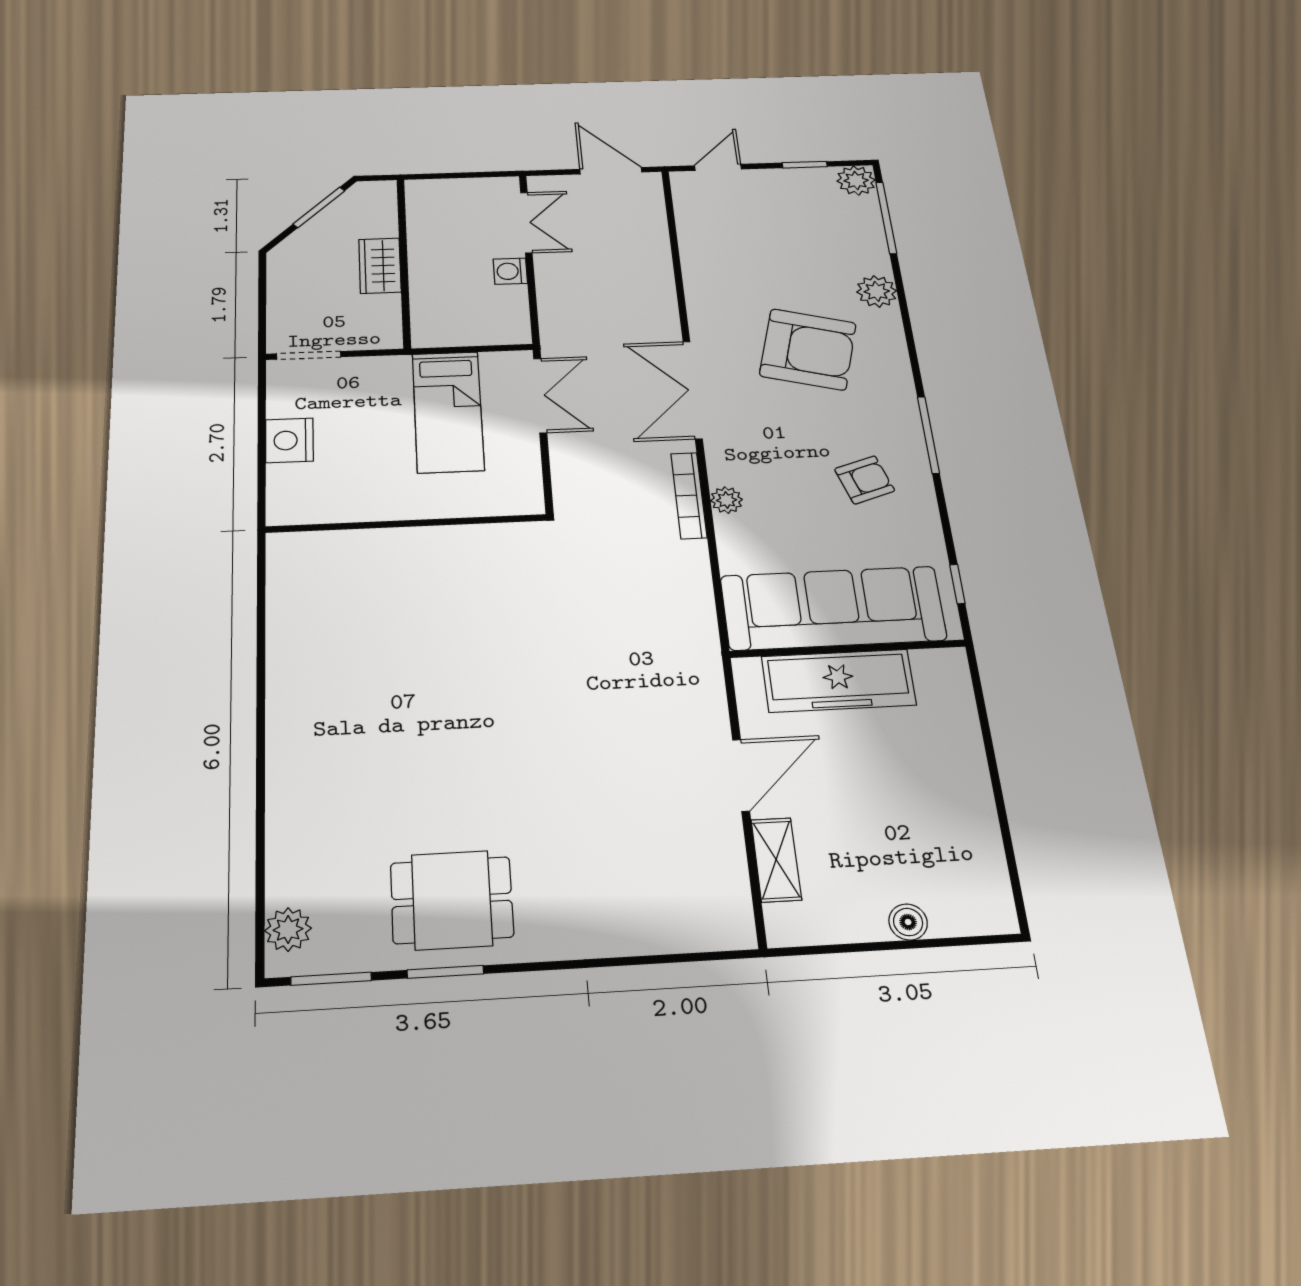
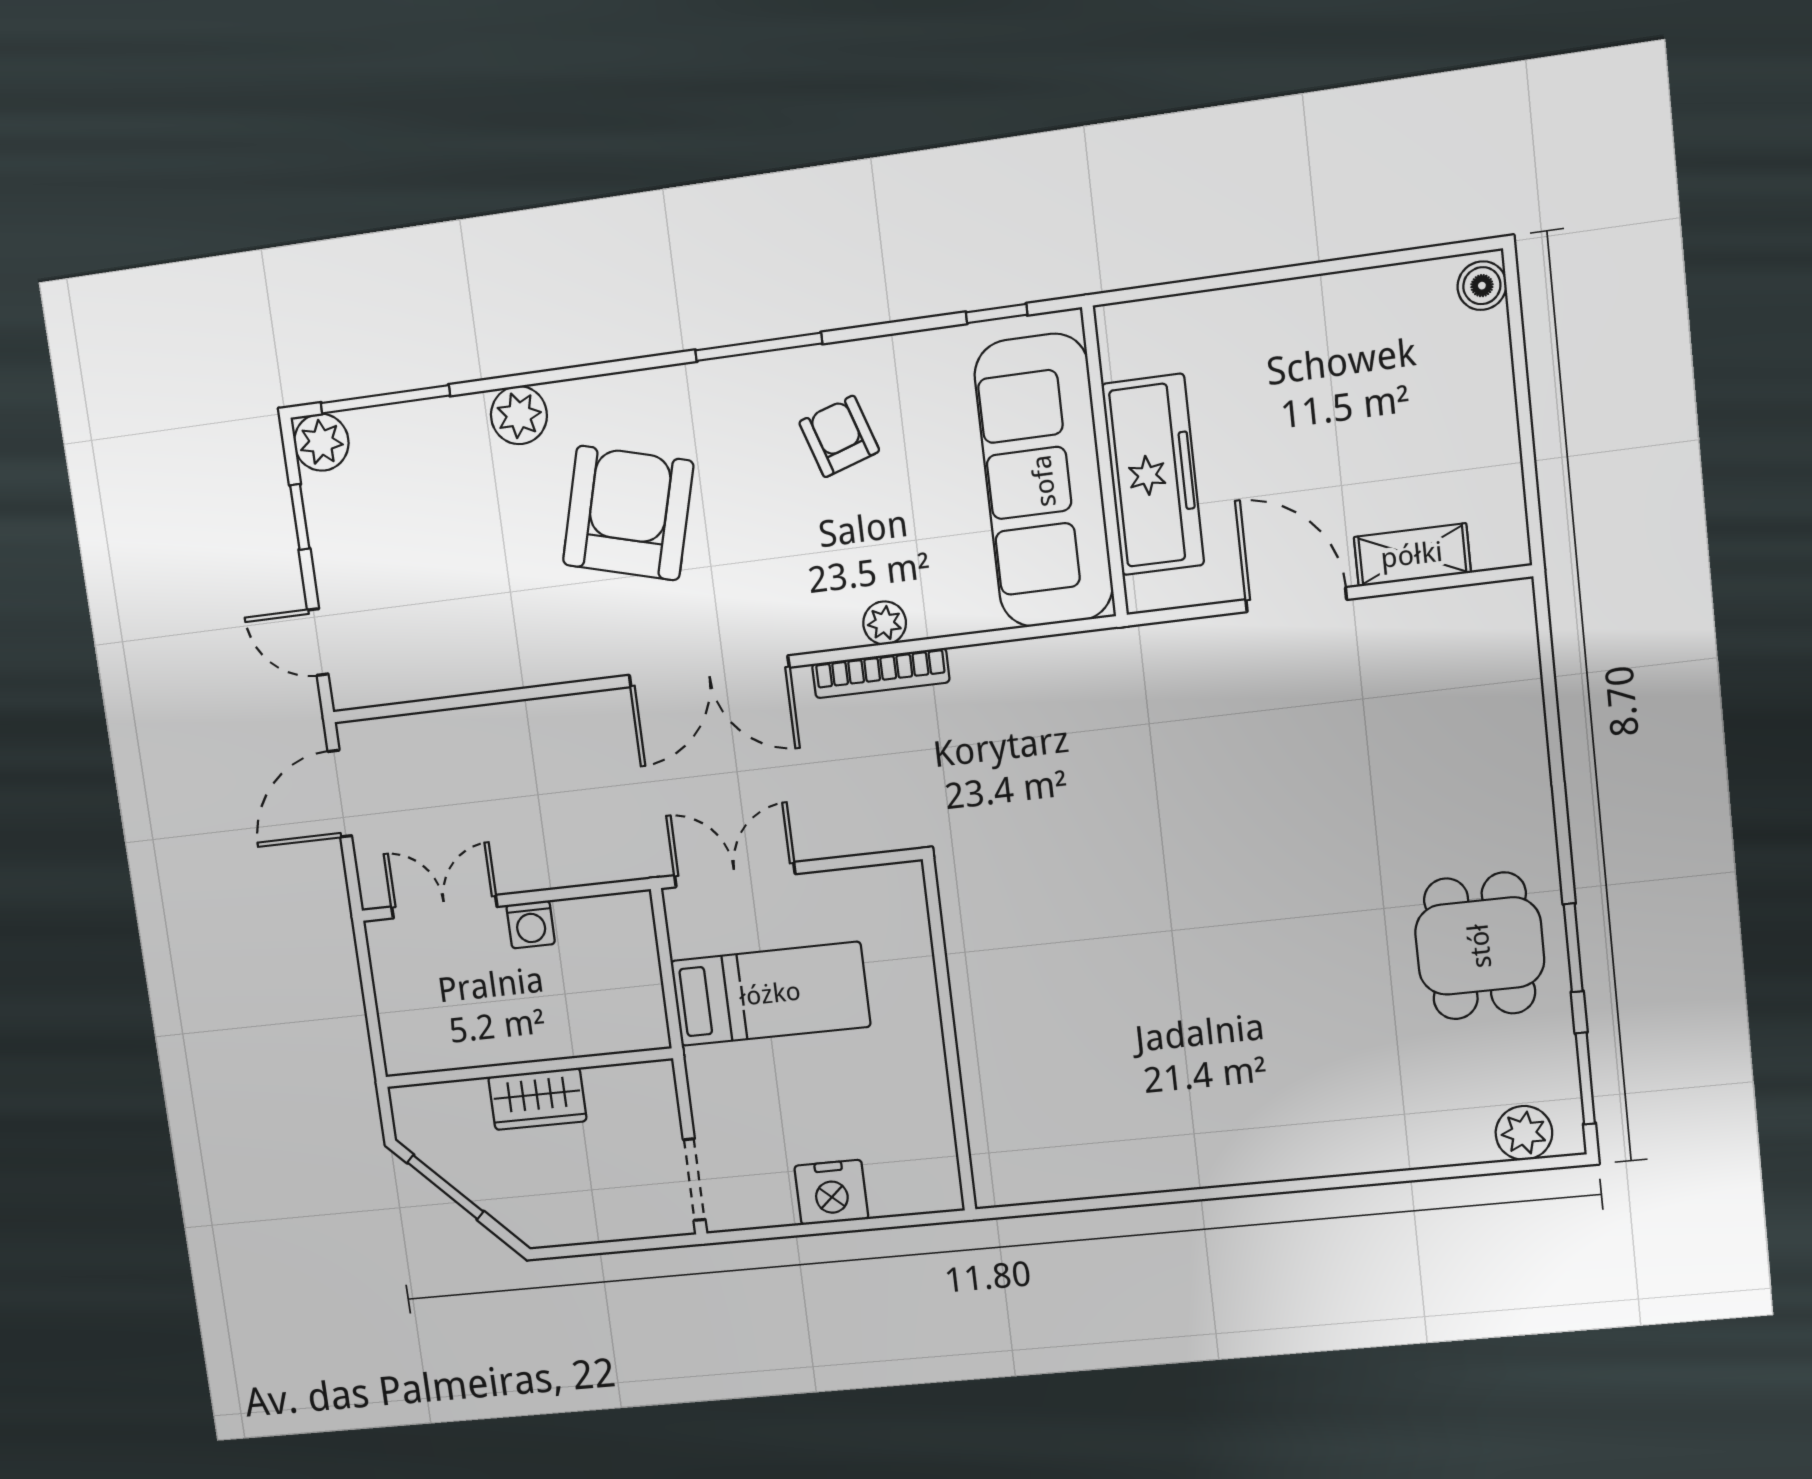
boiler: (908, 922) -> (1482, 286), moved

